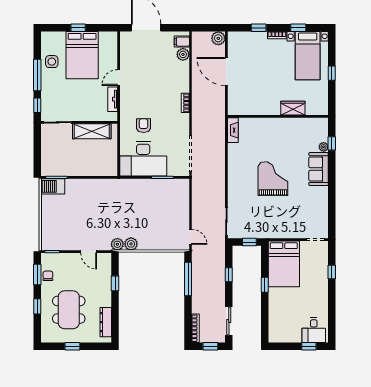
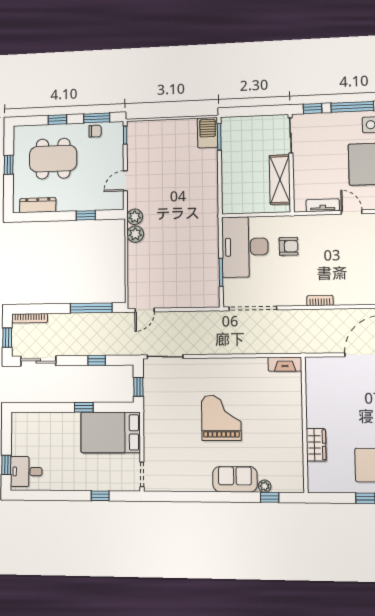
grand piano: (273, 179) -> (221, 418), turned -90

